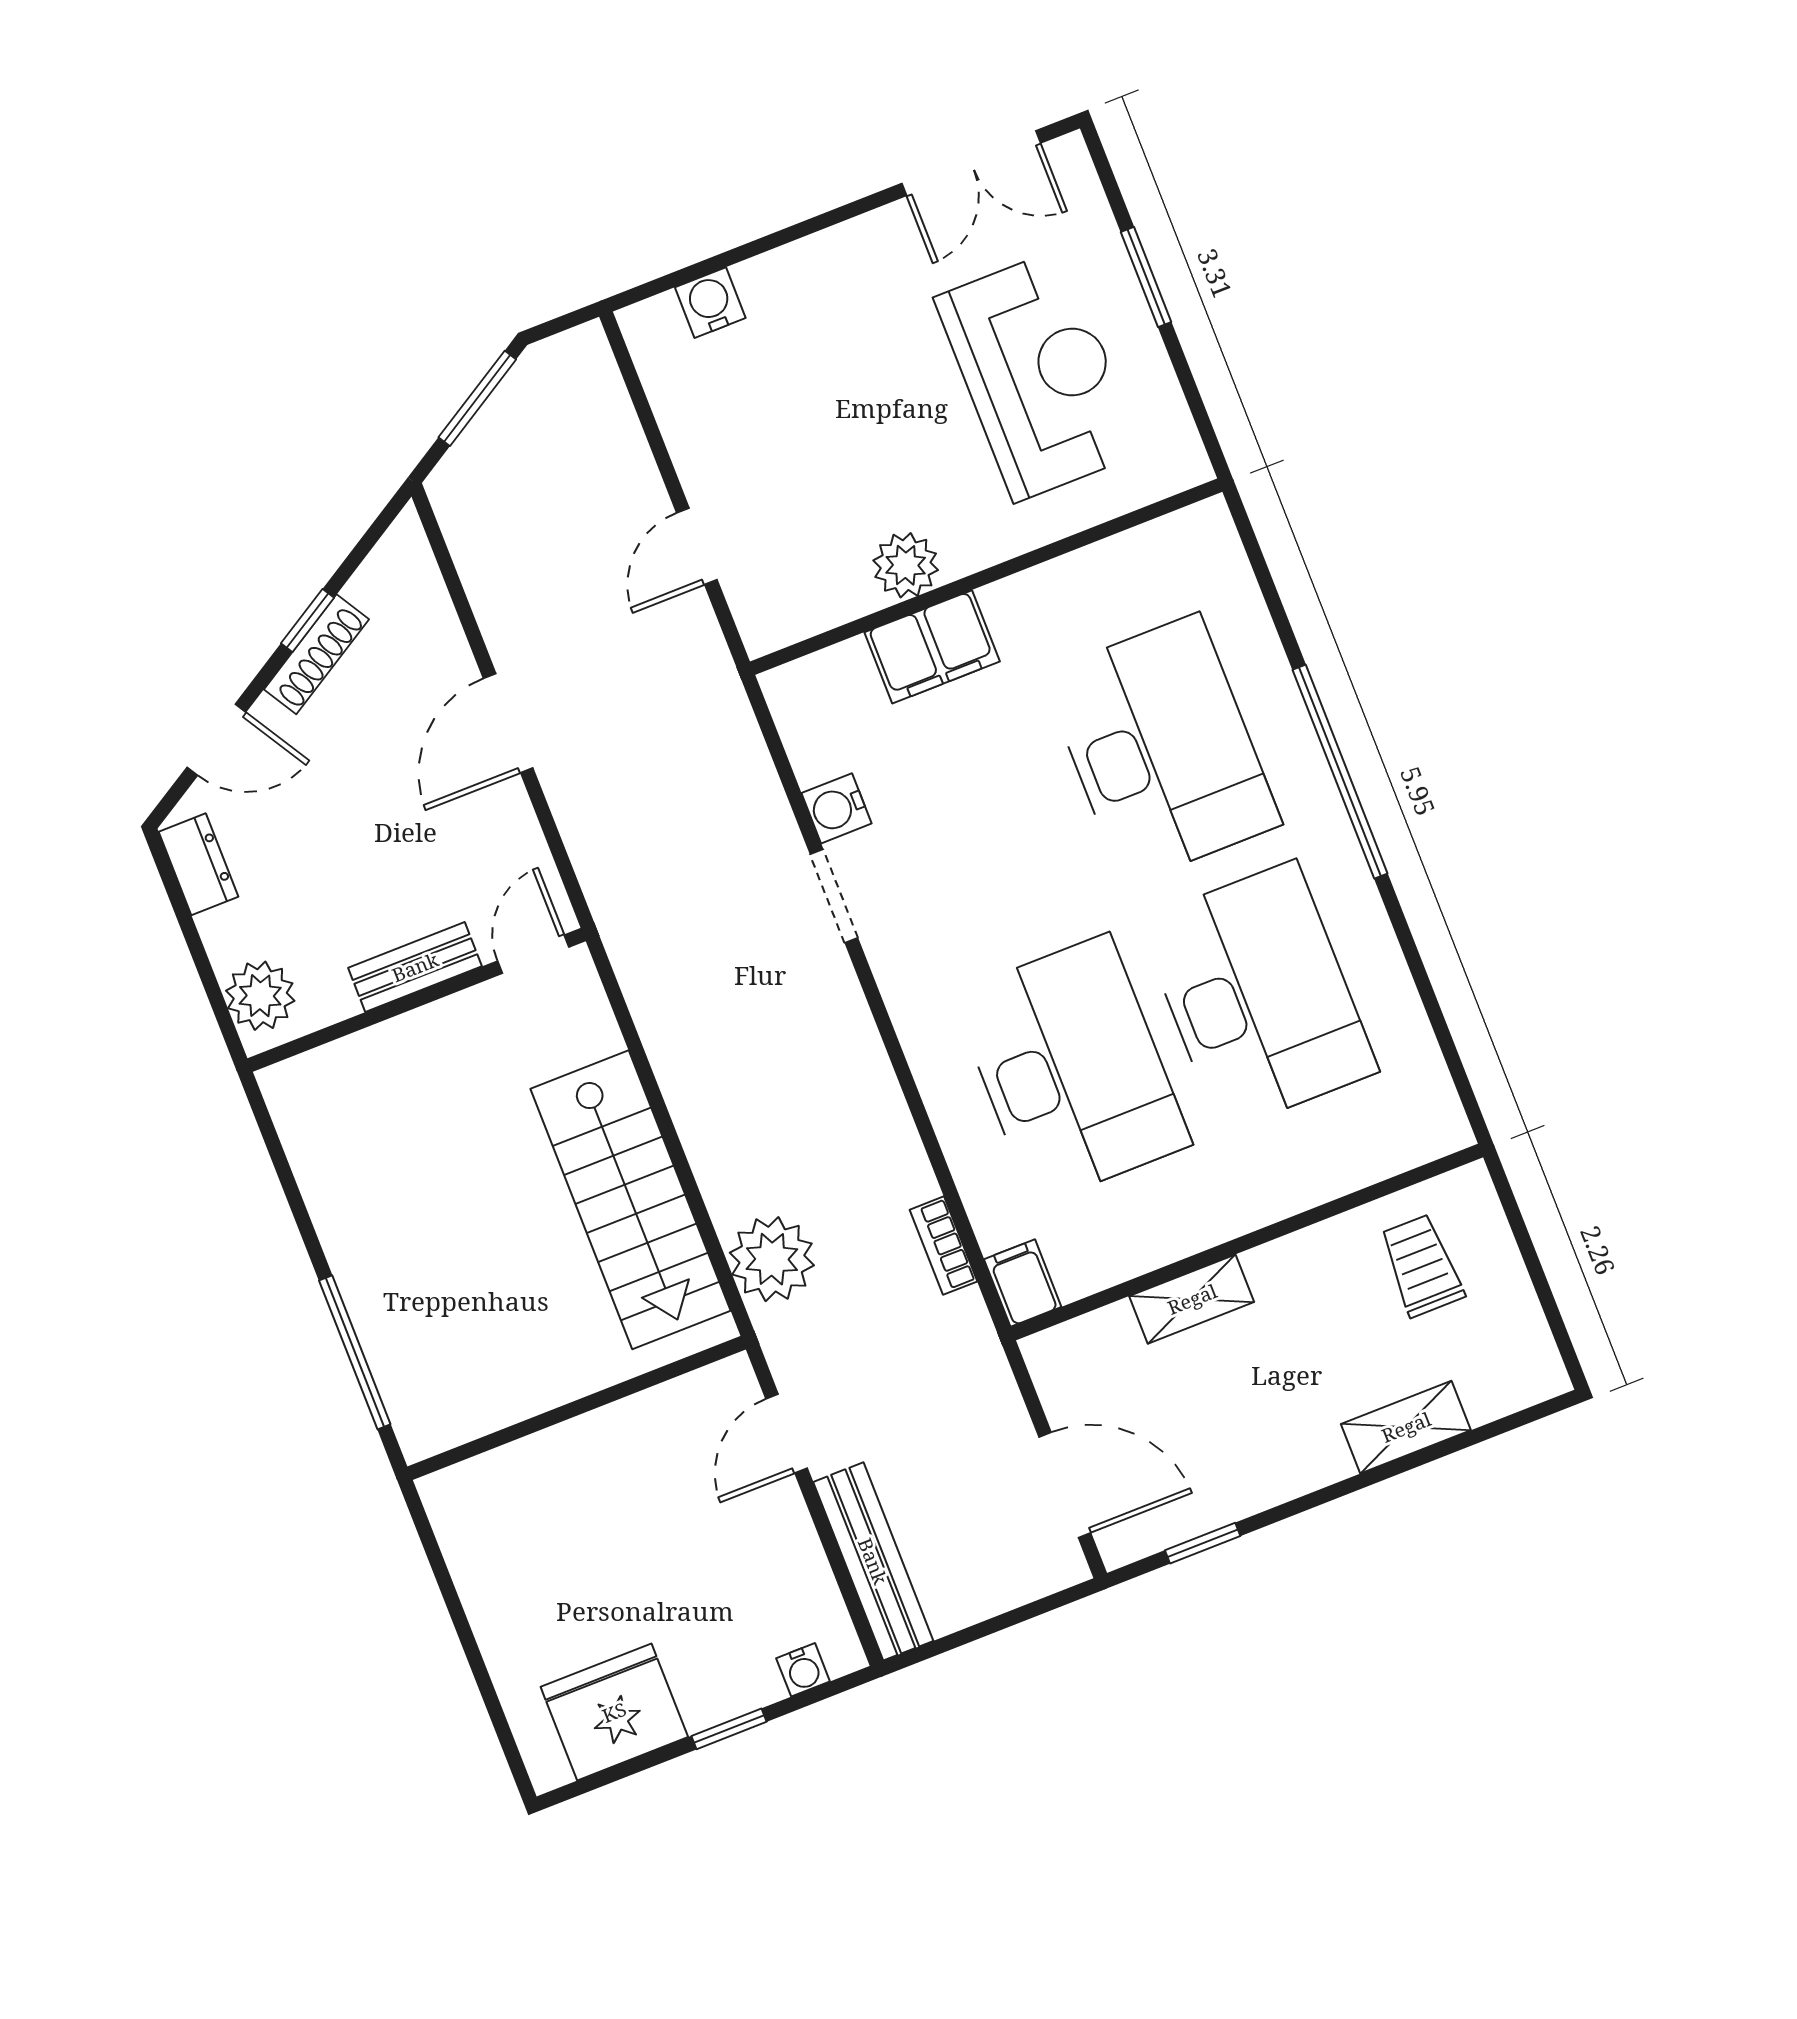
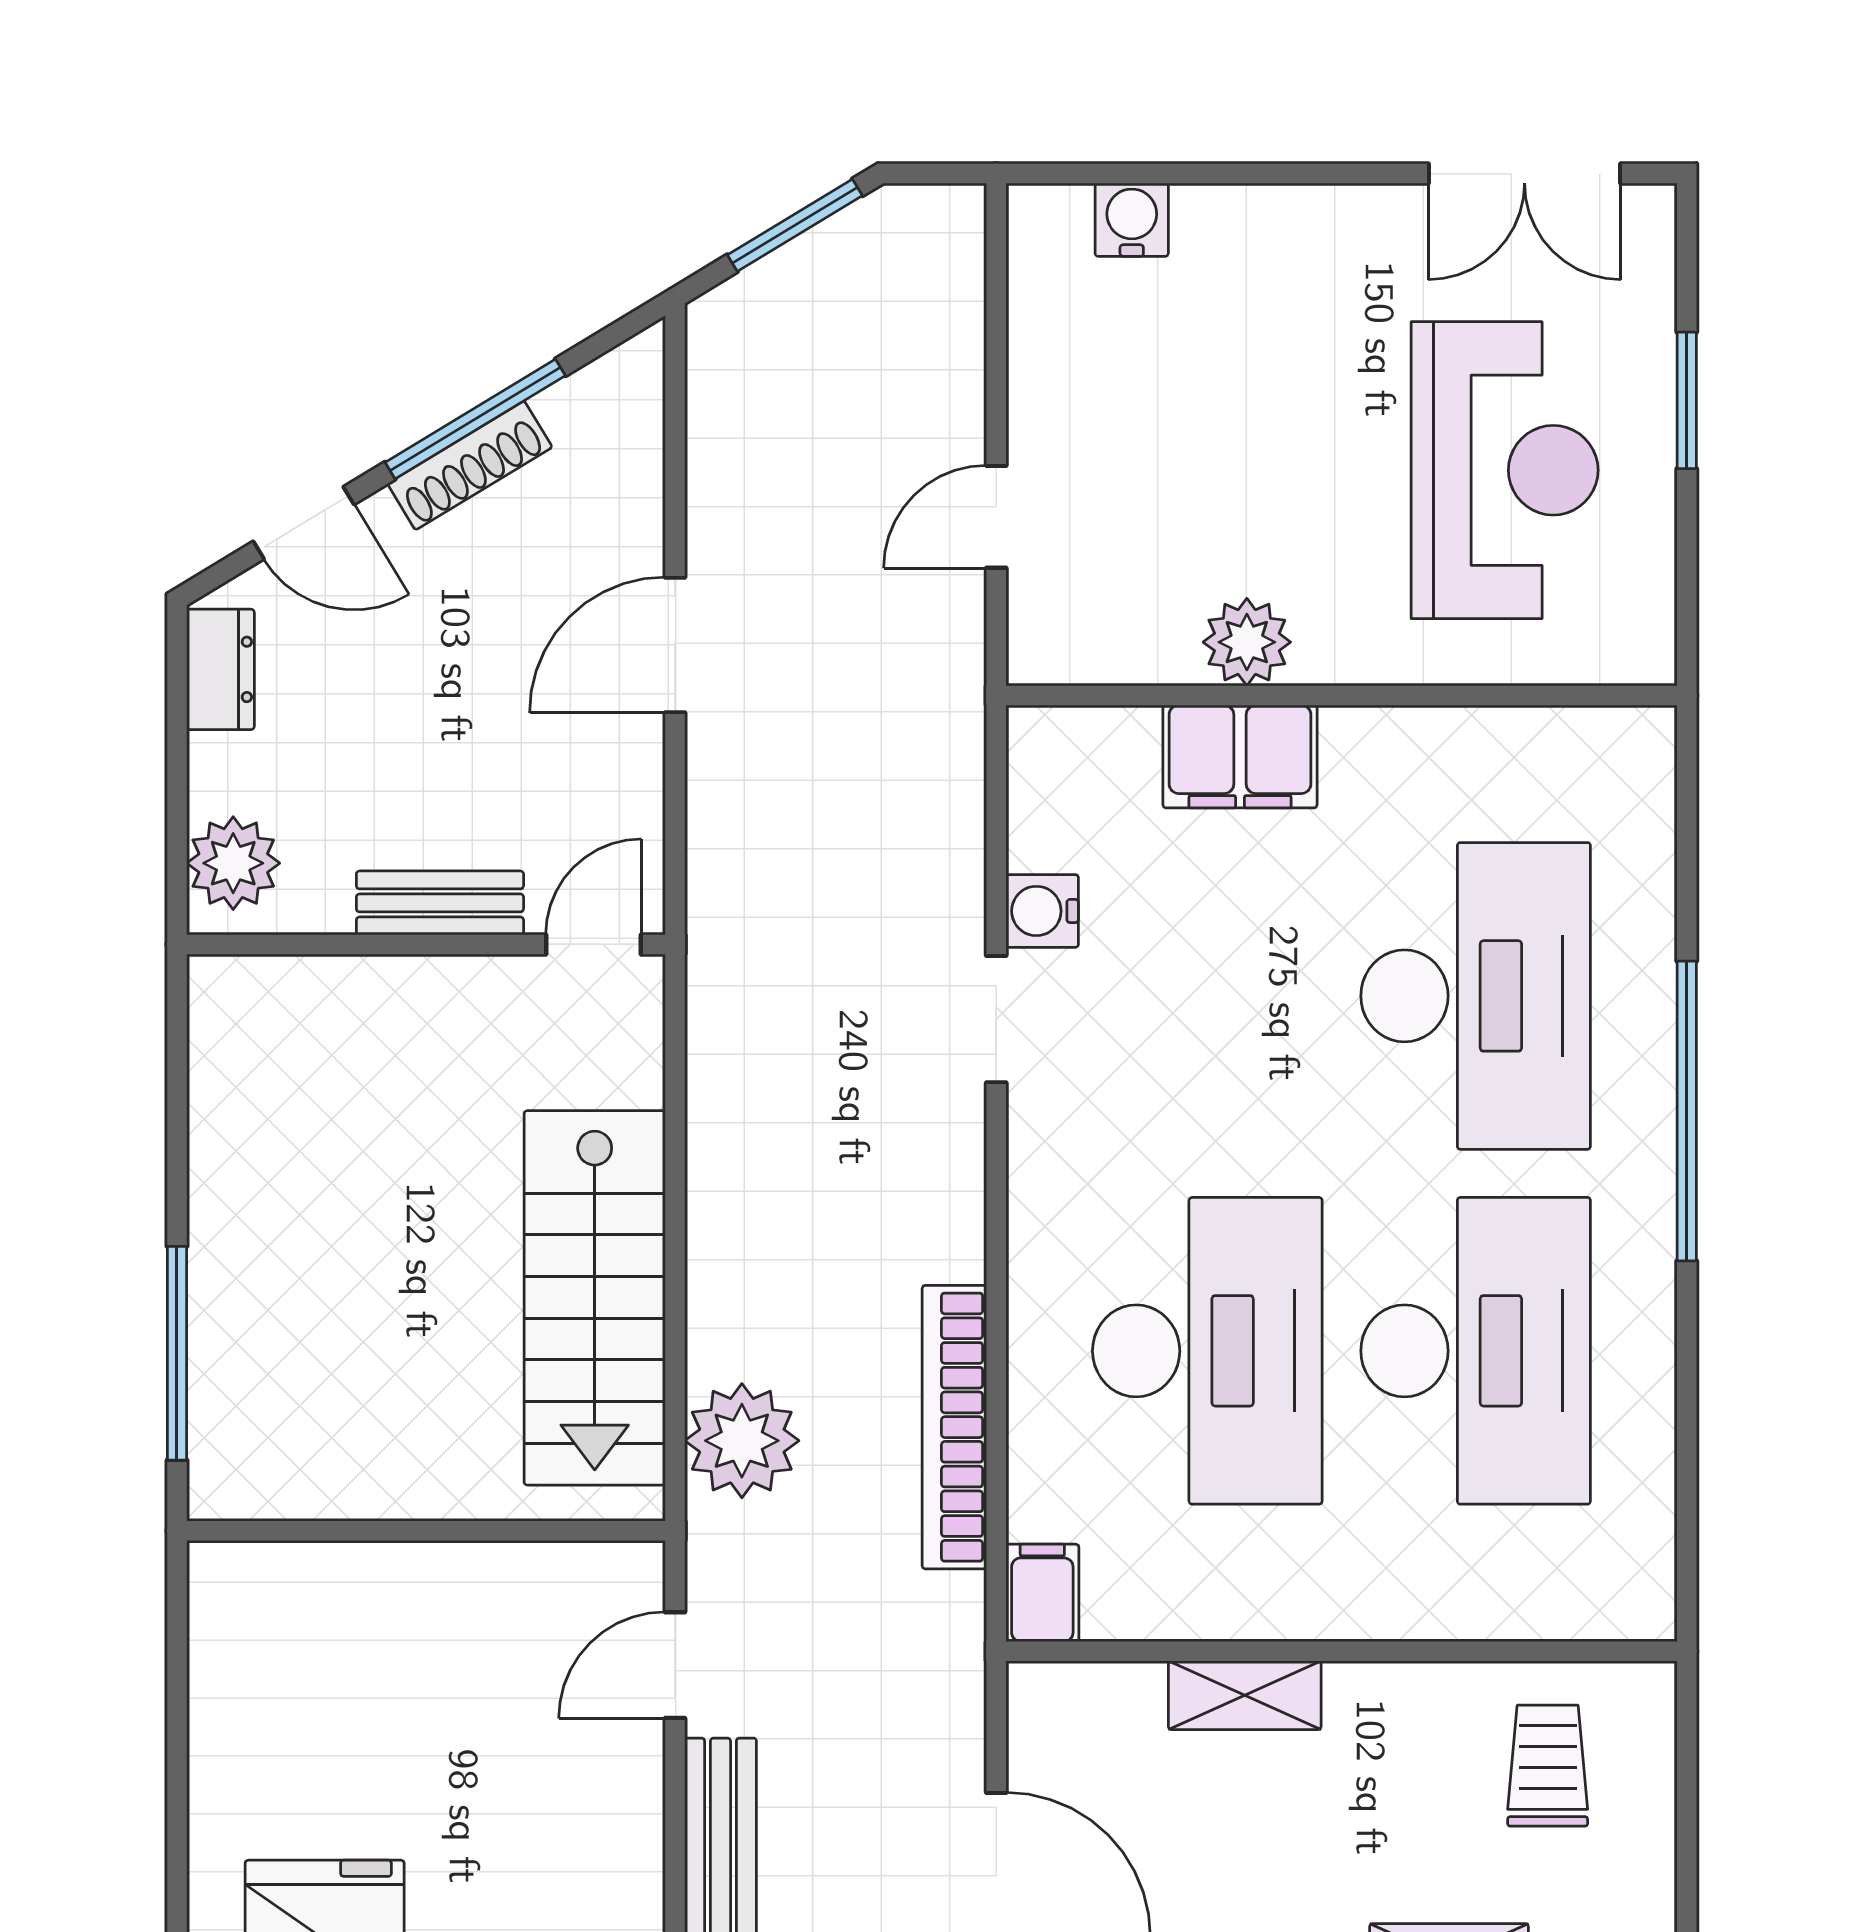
window: (308, 620) -> (475, 419), width x2.17
bookcase: (943, 1246) -> (954, 1427), width x2.31, depth x1.31

